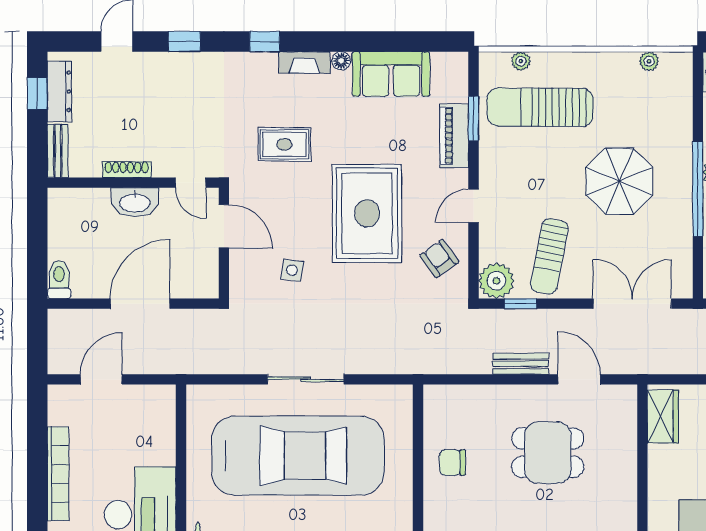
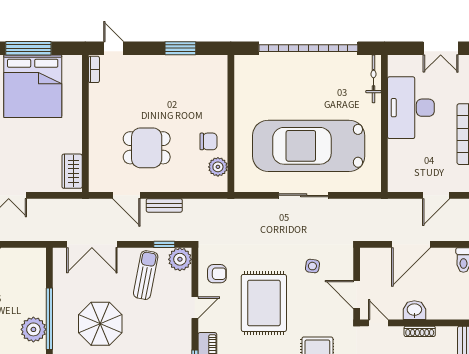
washbasin: (135, 202) -> (414, 310), width x0.72
armchair: (439, 258) -> (217, 274), turned -54
plant: (438, 423) -> (218, 167), added

